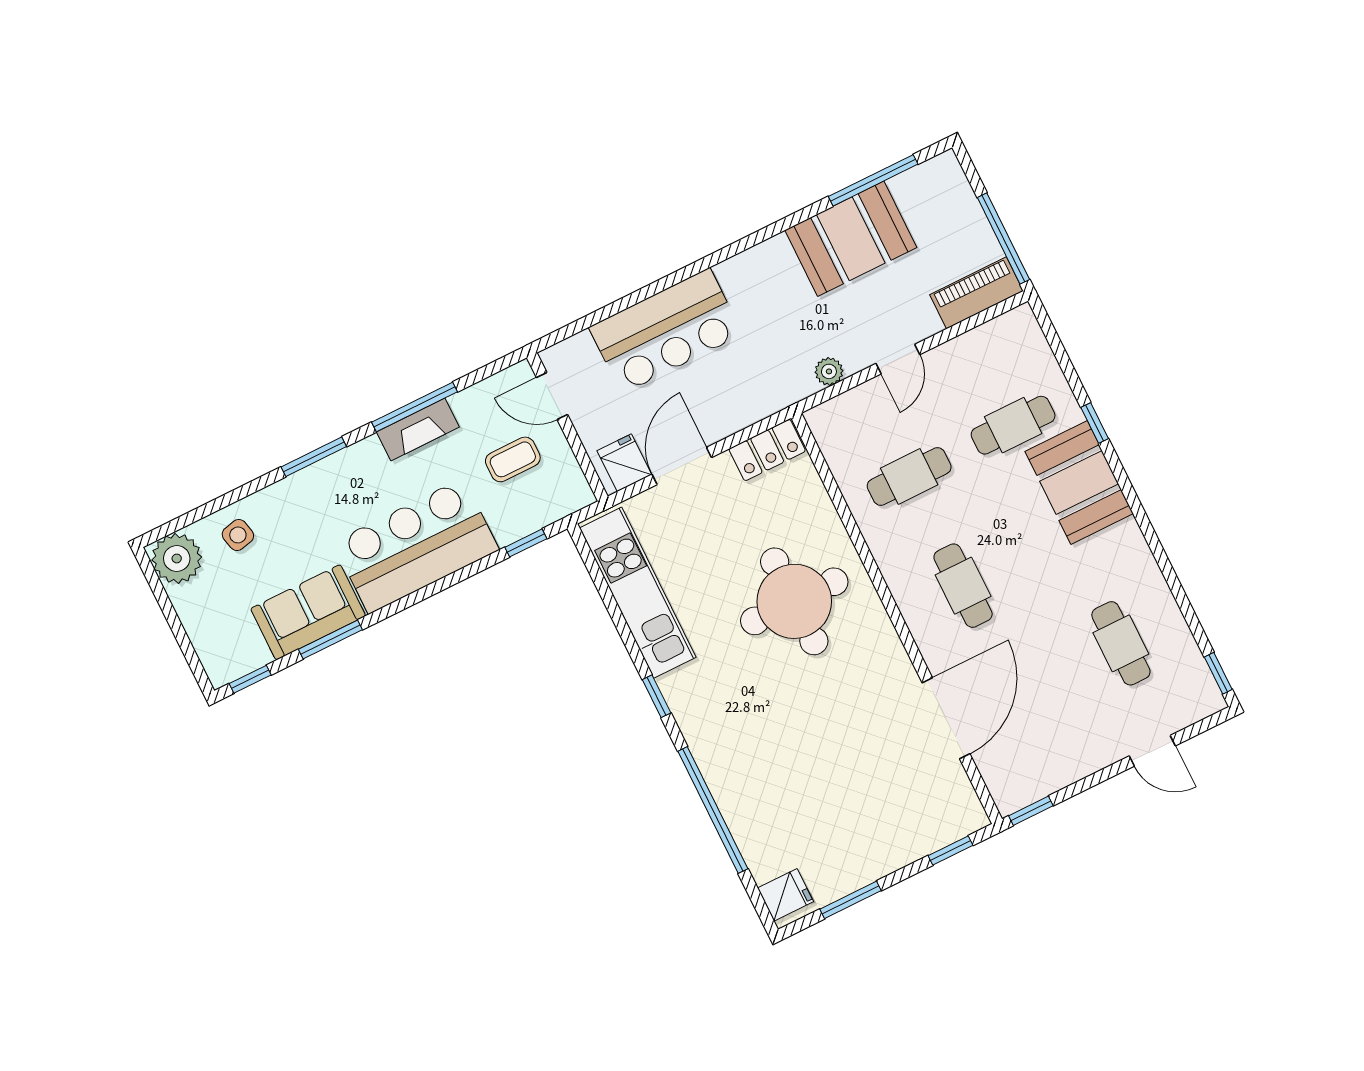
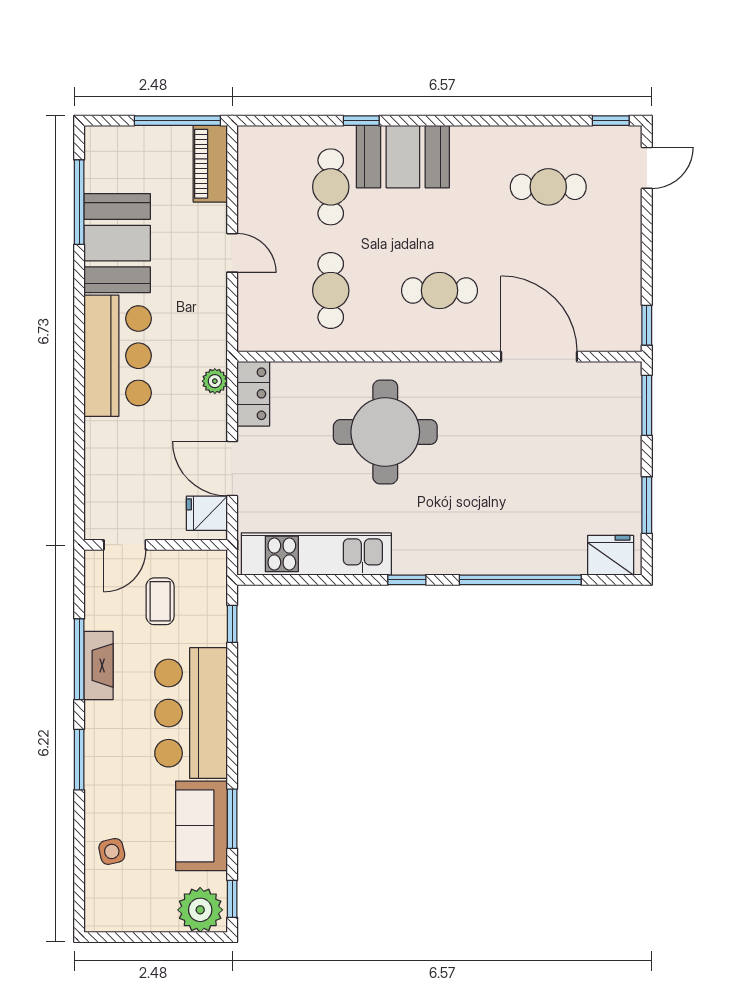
bar counter: (666, 331) -> (118, 356), moved
plant: (829, 371) -> (215, 381), moved
plant: (177, 558) -> (200, 910), moved
door: (1152, 751) -> (647, 168), moved
window: (951, 850) -> (647, 405), width x1.50
fridge: (785, 895) -> (611, 555), width x1.38

